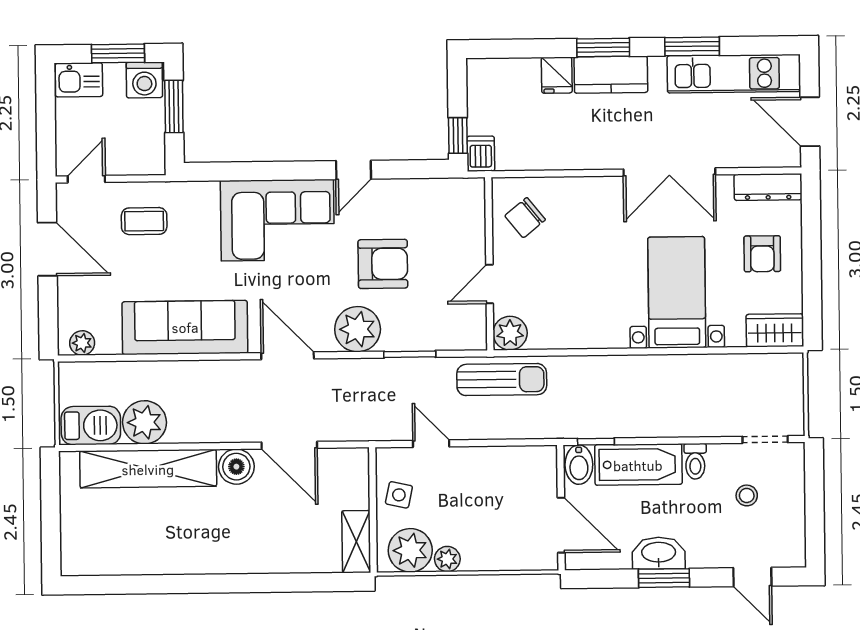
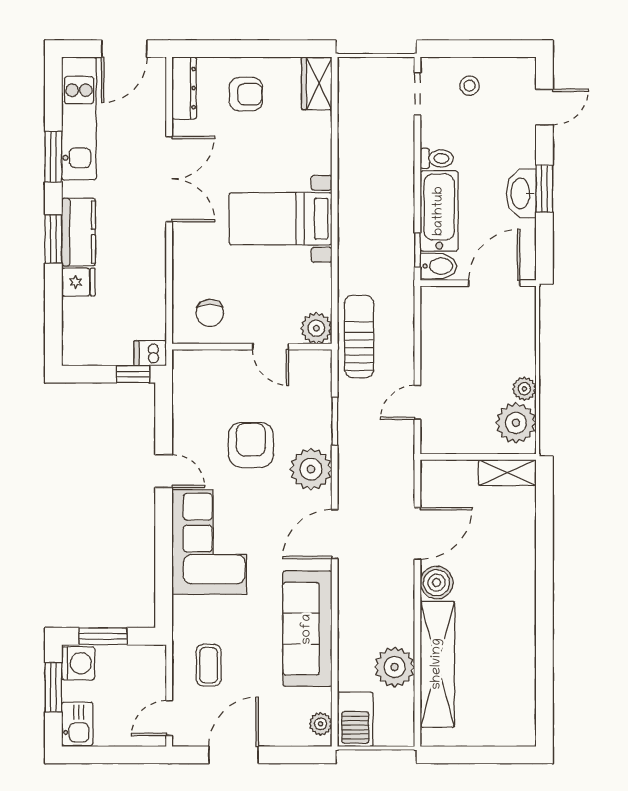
door: (86, 179) -> (169, 718), hinge flipped
chair: (525, 218) -> (210, 313), turned 39
bed with nightstands: (677, 292) -> (281, 219), moved
barbecue: (91, 425) -> (355, 719), moved, turned 180
side table: (399, 495) -> (464, 433), removed
stool: (747, 495) -> (470, 86), moved

